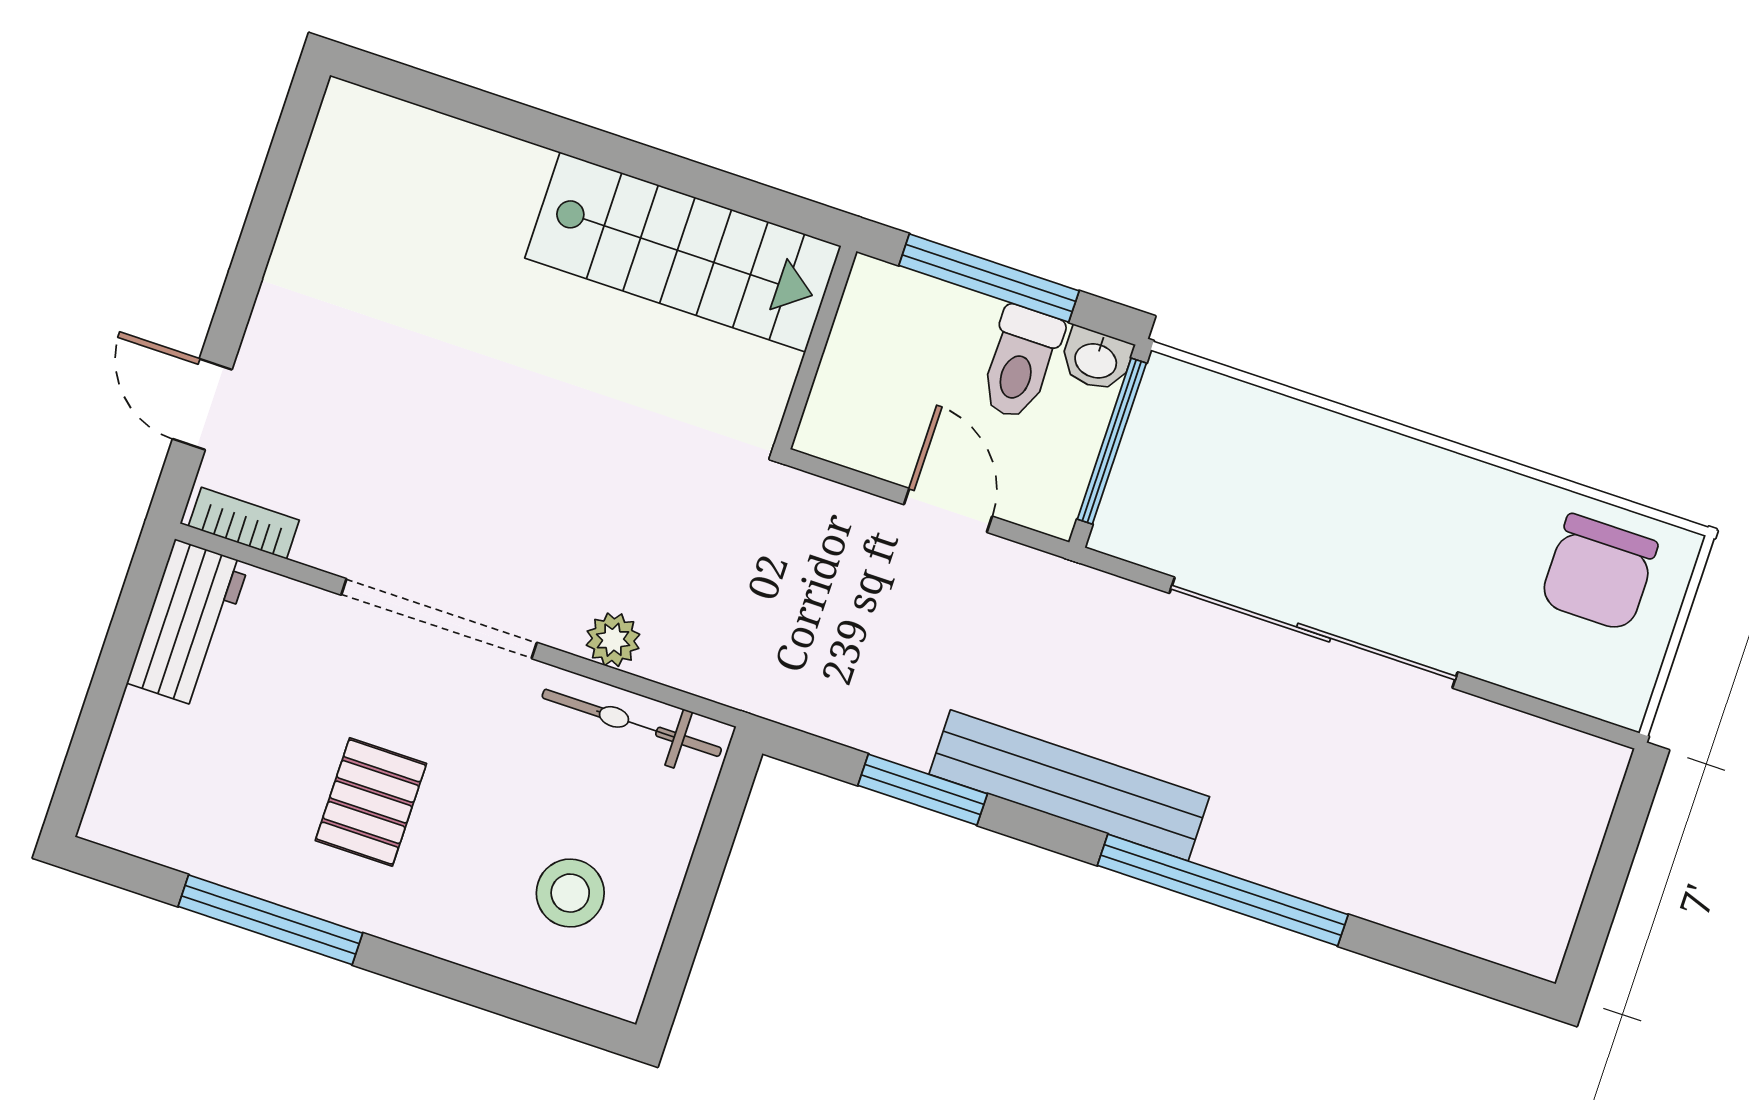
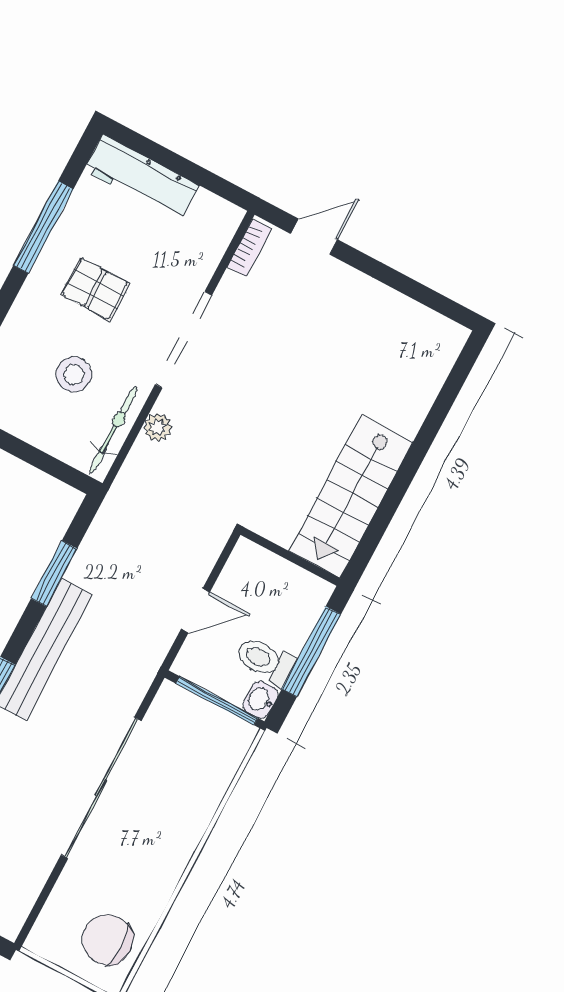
workbench: (188, 623) -> (141, 178), moved, width x1.38
stool: (570, 893) -> (74, 375), moved

